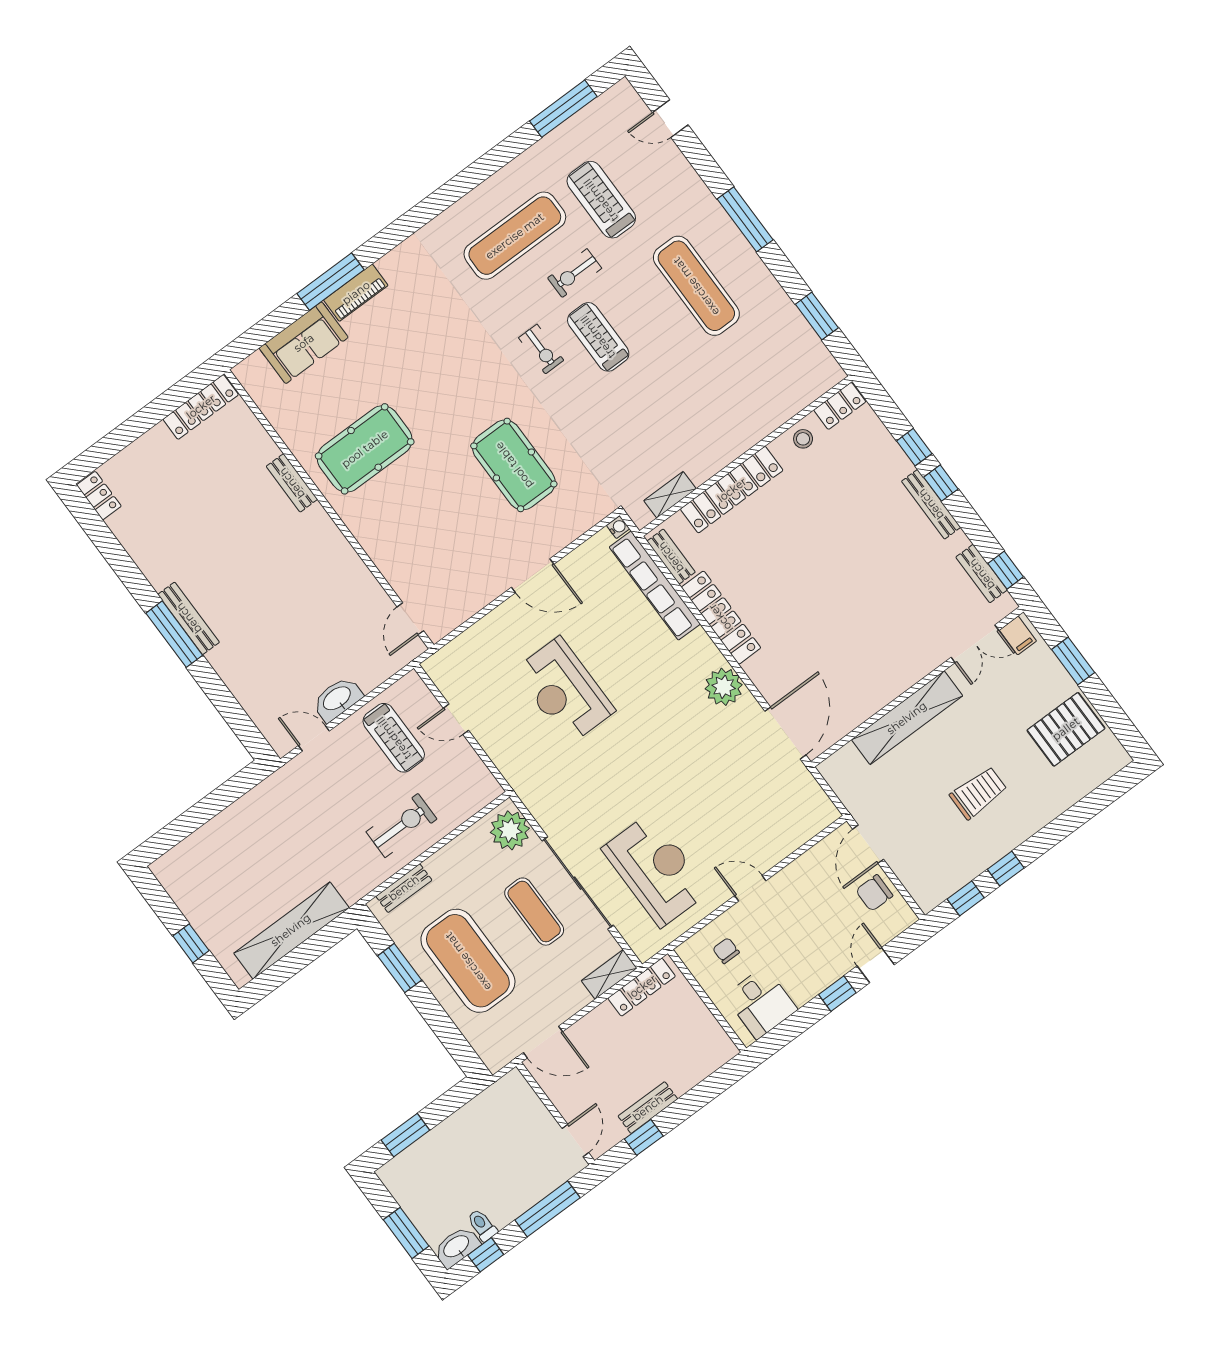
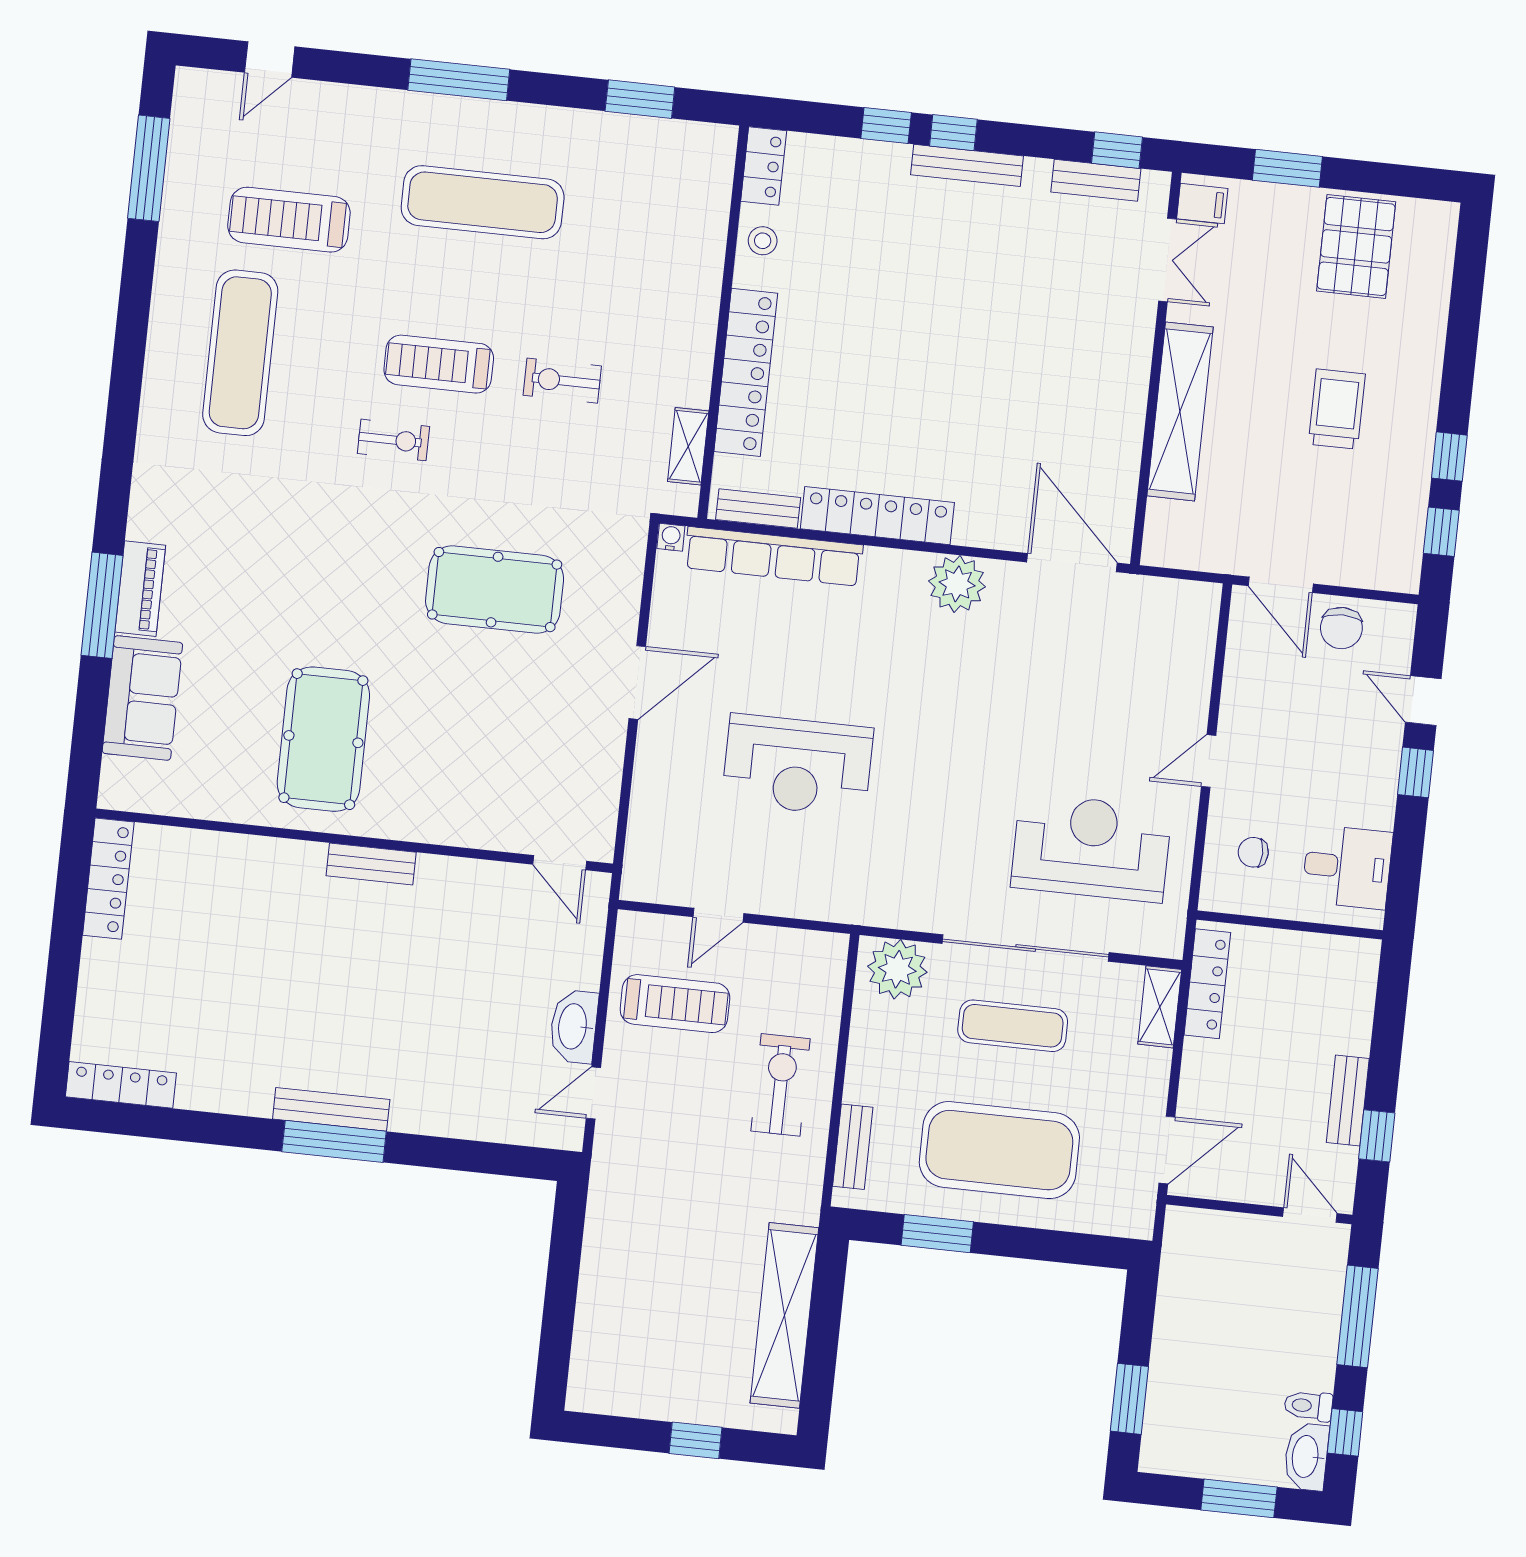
exercise bike: (575, 273) -> (562, 381), moved, turned 90
bench: (292, 483) -> (371, 864), moved
locker: (99, 496) -> (121, 1085), width x1.53

